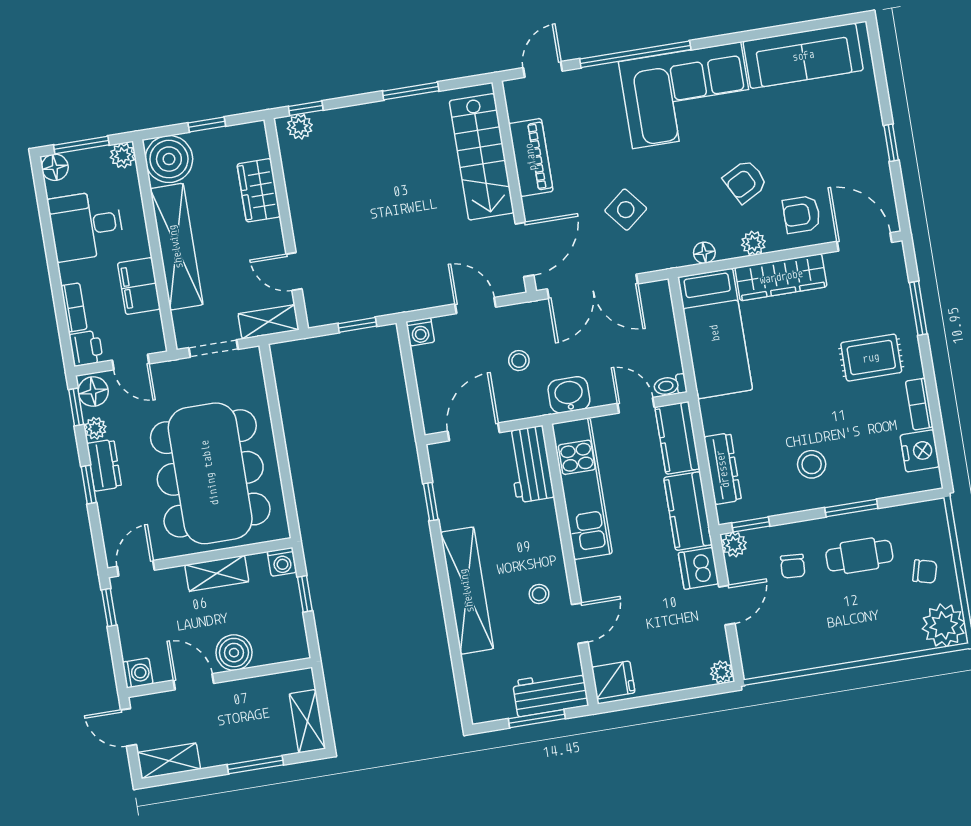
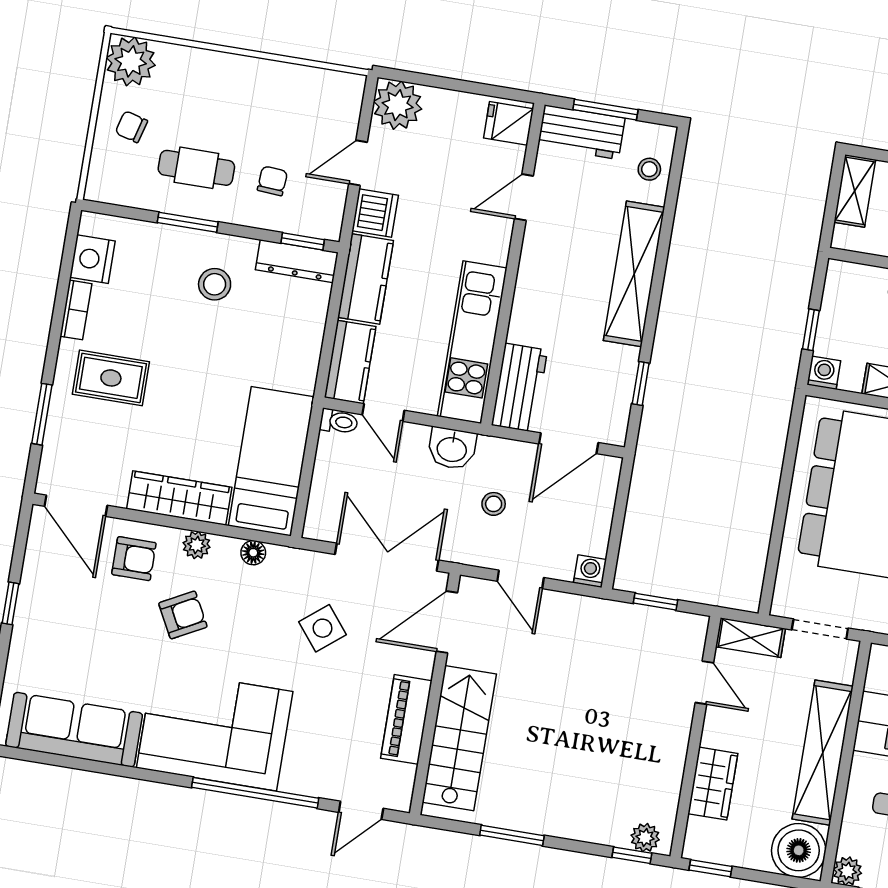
window: (207, 124) -> (710, 868), moved
dresser: (723, 469) -> (297, 261), moved, turned -90
plant: (734, 545) -> (328, 226), removed
stool: (539, 594) -> (649, 169), moved
plant: (722, 672) -> (398, 105), width x1.87, depth x1.87

